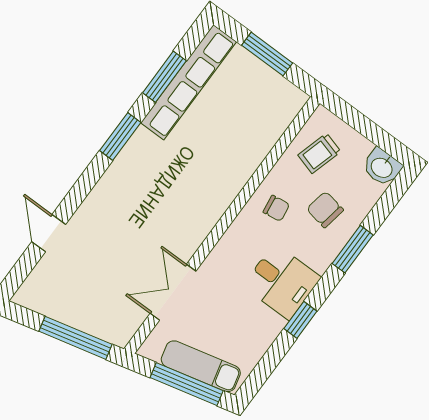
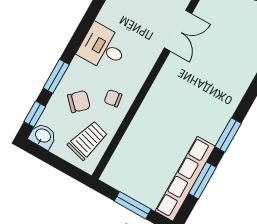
trolley: (319, 153) -> (88, 140), width x1.36, depth x1.39
chair: (325, 210) -> (79, 102), turned -54
window: (300, 320) -> (35, 114), moved

